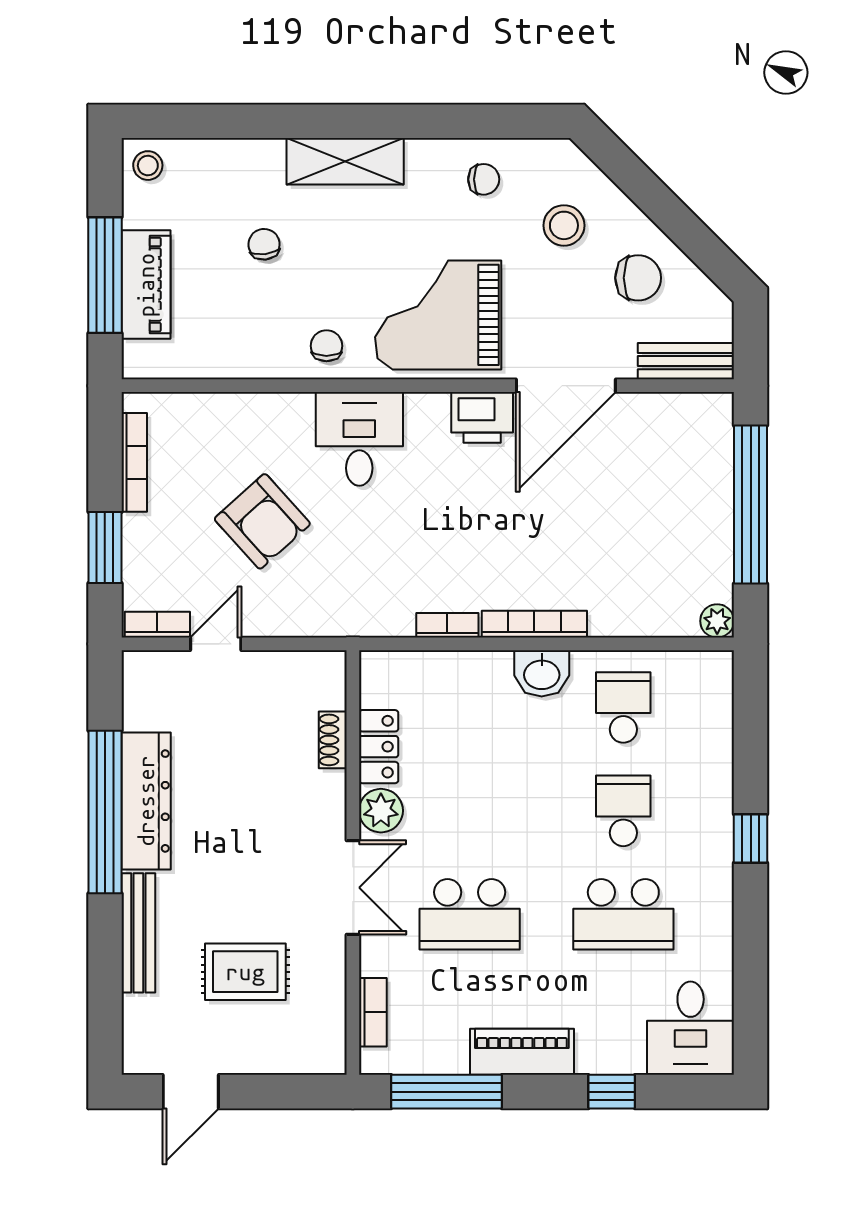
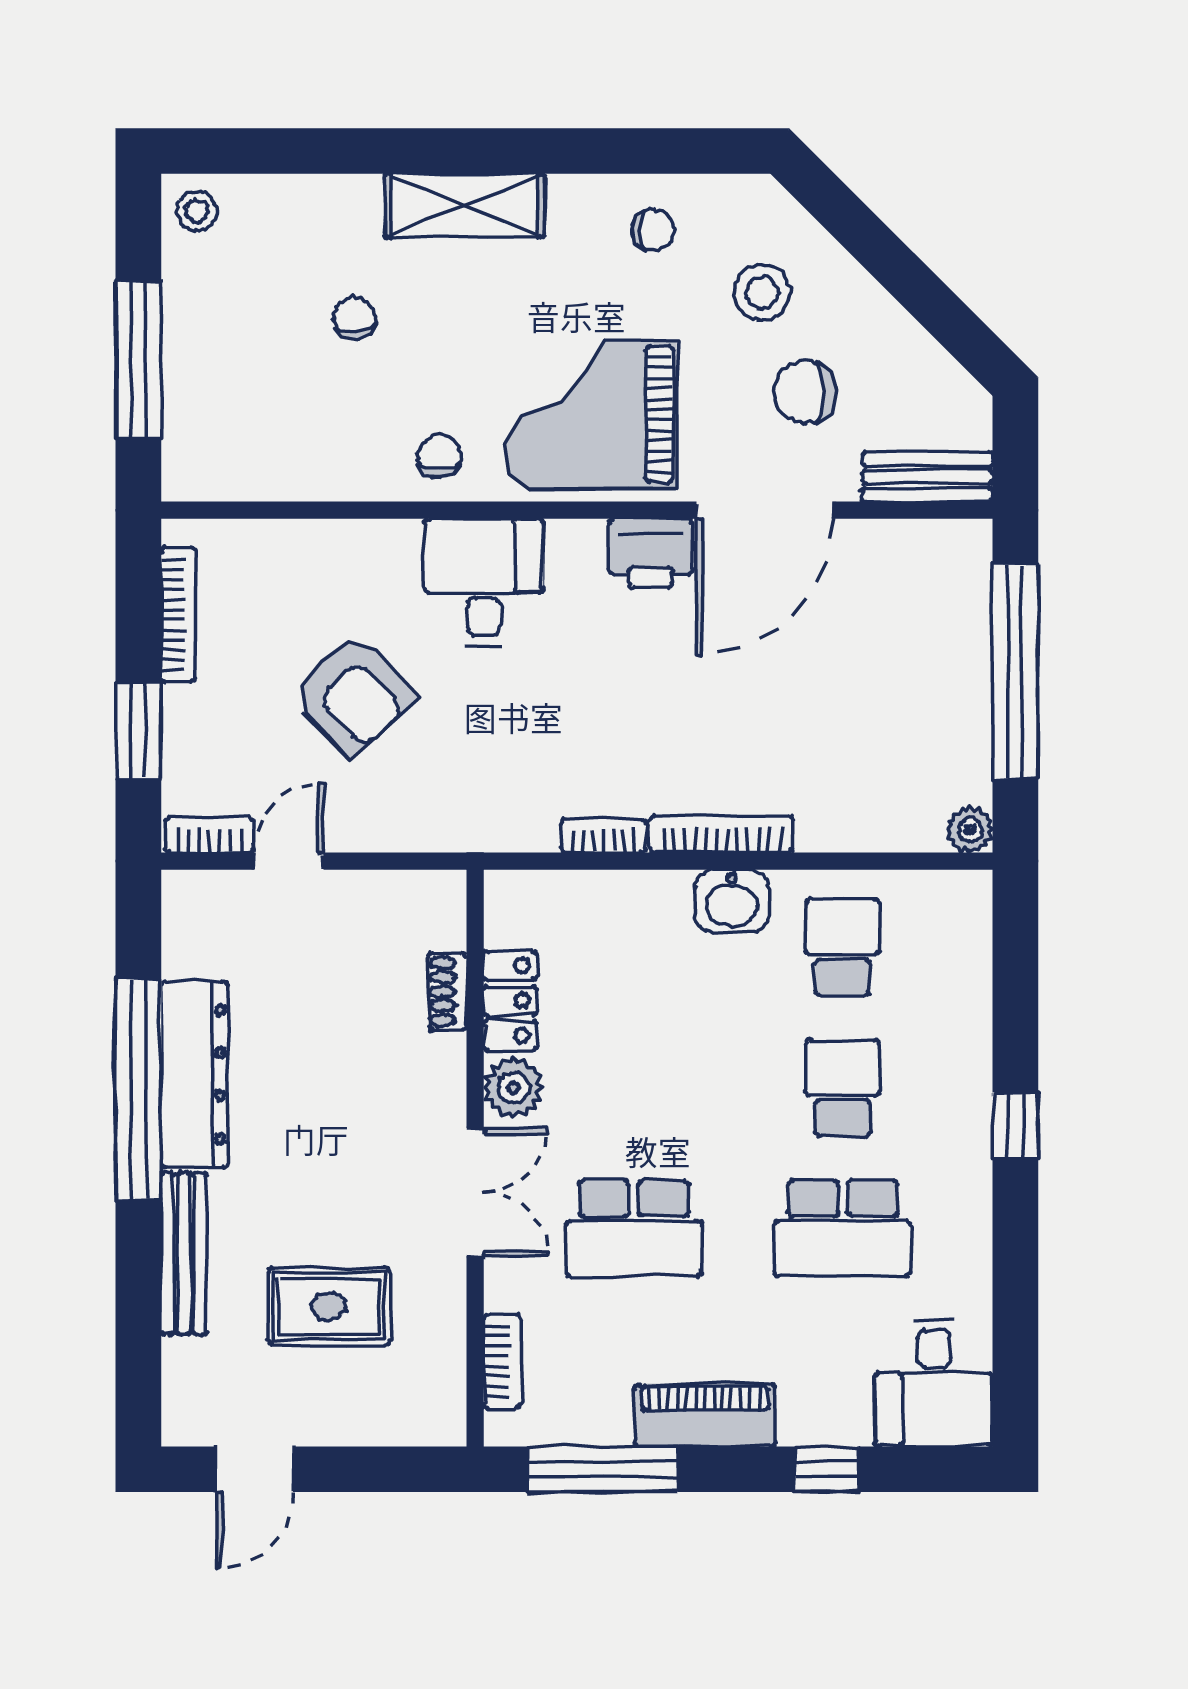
chair: (638, 278) -> (805, 392), moved, turned 180
piano: (146, 285) -> (194, 373), removed

